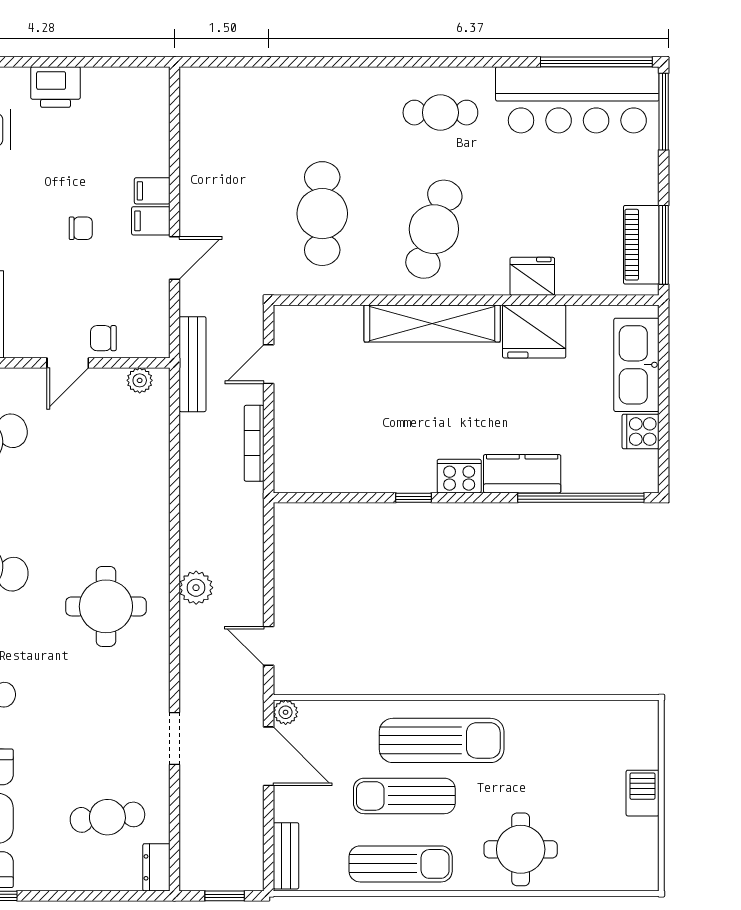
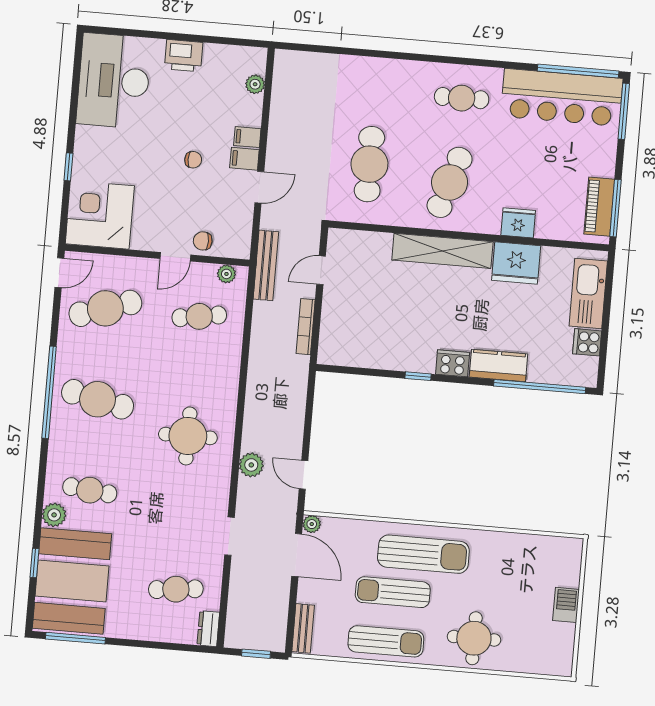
plant: (157, 118) -> (255, 84), added
cafe table: (107, 442) -> (199, 316), added
plant: (196, 588) -> (251, 465), moved

